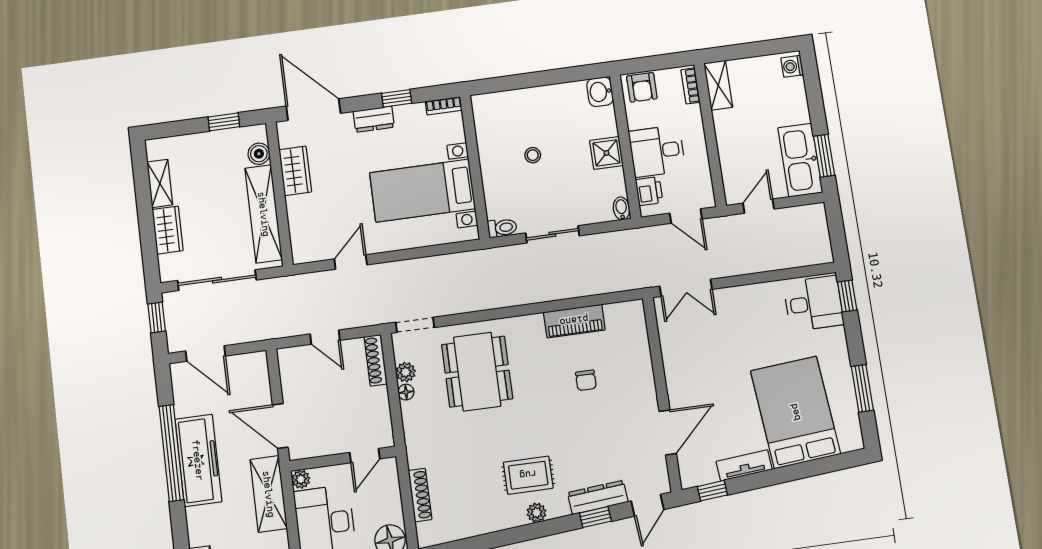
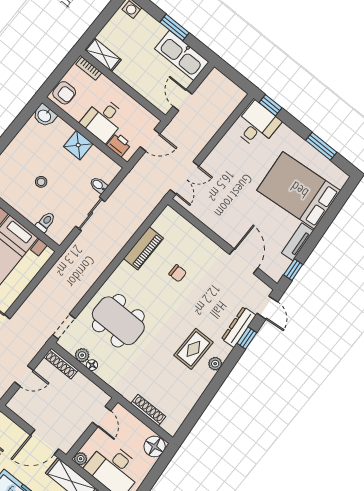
window: (824, 156) -> (174, 27), moved
bidet: (621, 208) -> (99, 185), moved
toilet: (502, 228) -> (45, 222), moved

